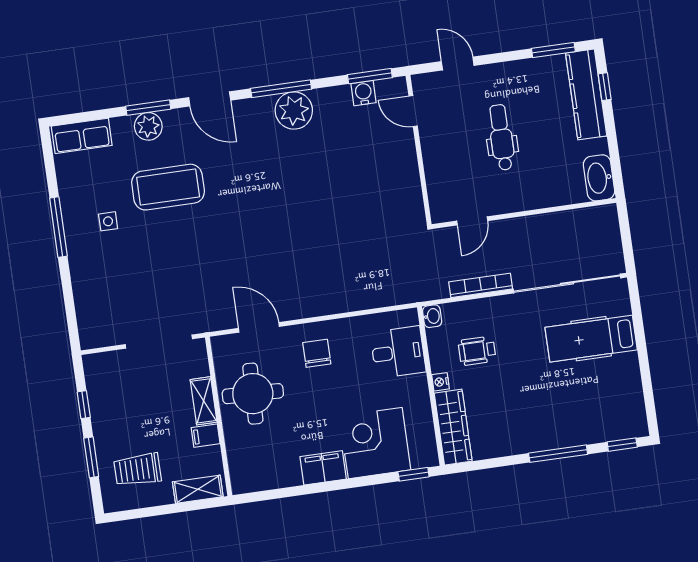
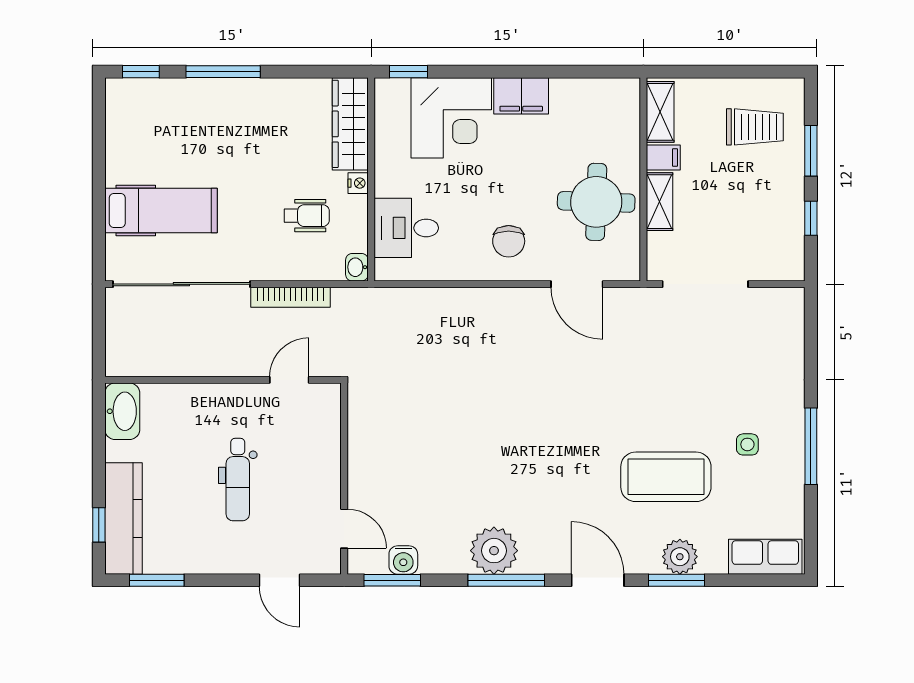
shelving: (198, 489) -> (660, 112), moved, turned 90

